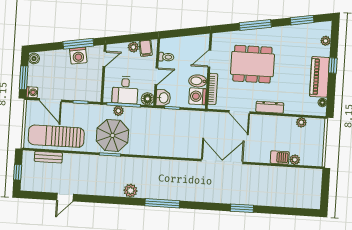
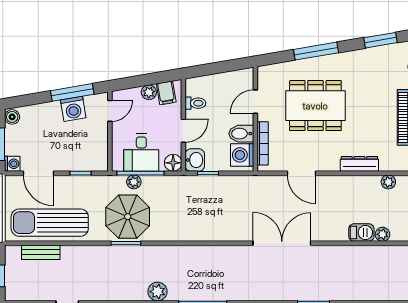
dresser: (270, 107) -> (359, 164), moved

